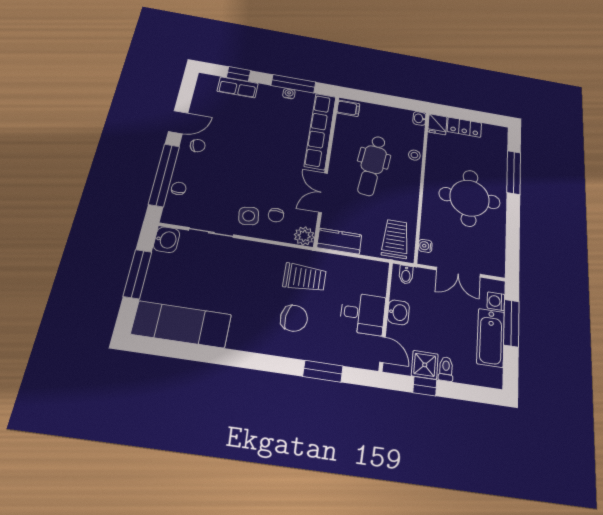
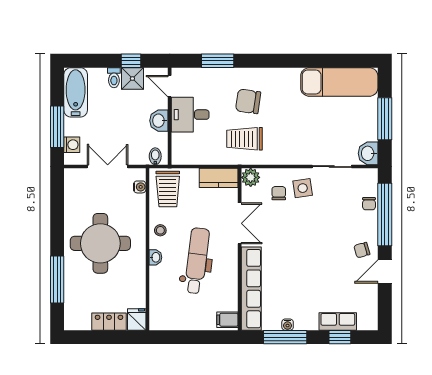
washbasin: (419, 118) -> (155, 257), moved
stool: (414, 155) -> (160, 230), moved
bathtub: (491, 338) -> (76, 92), moved

